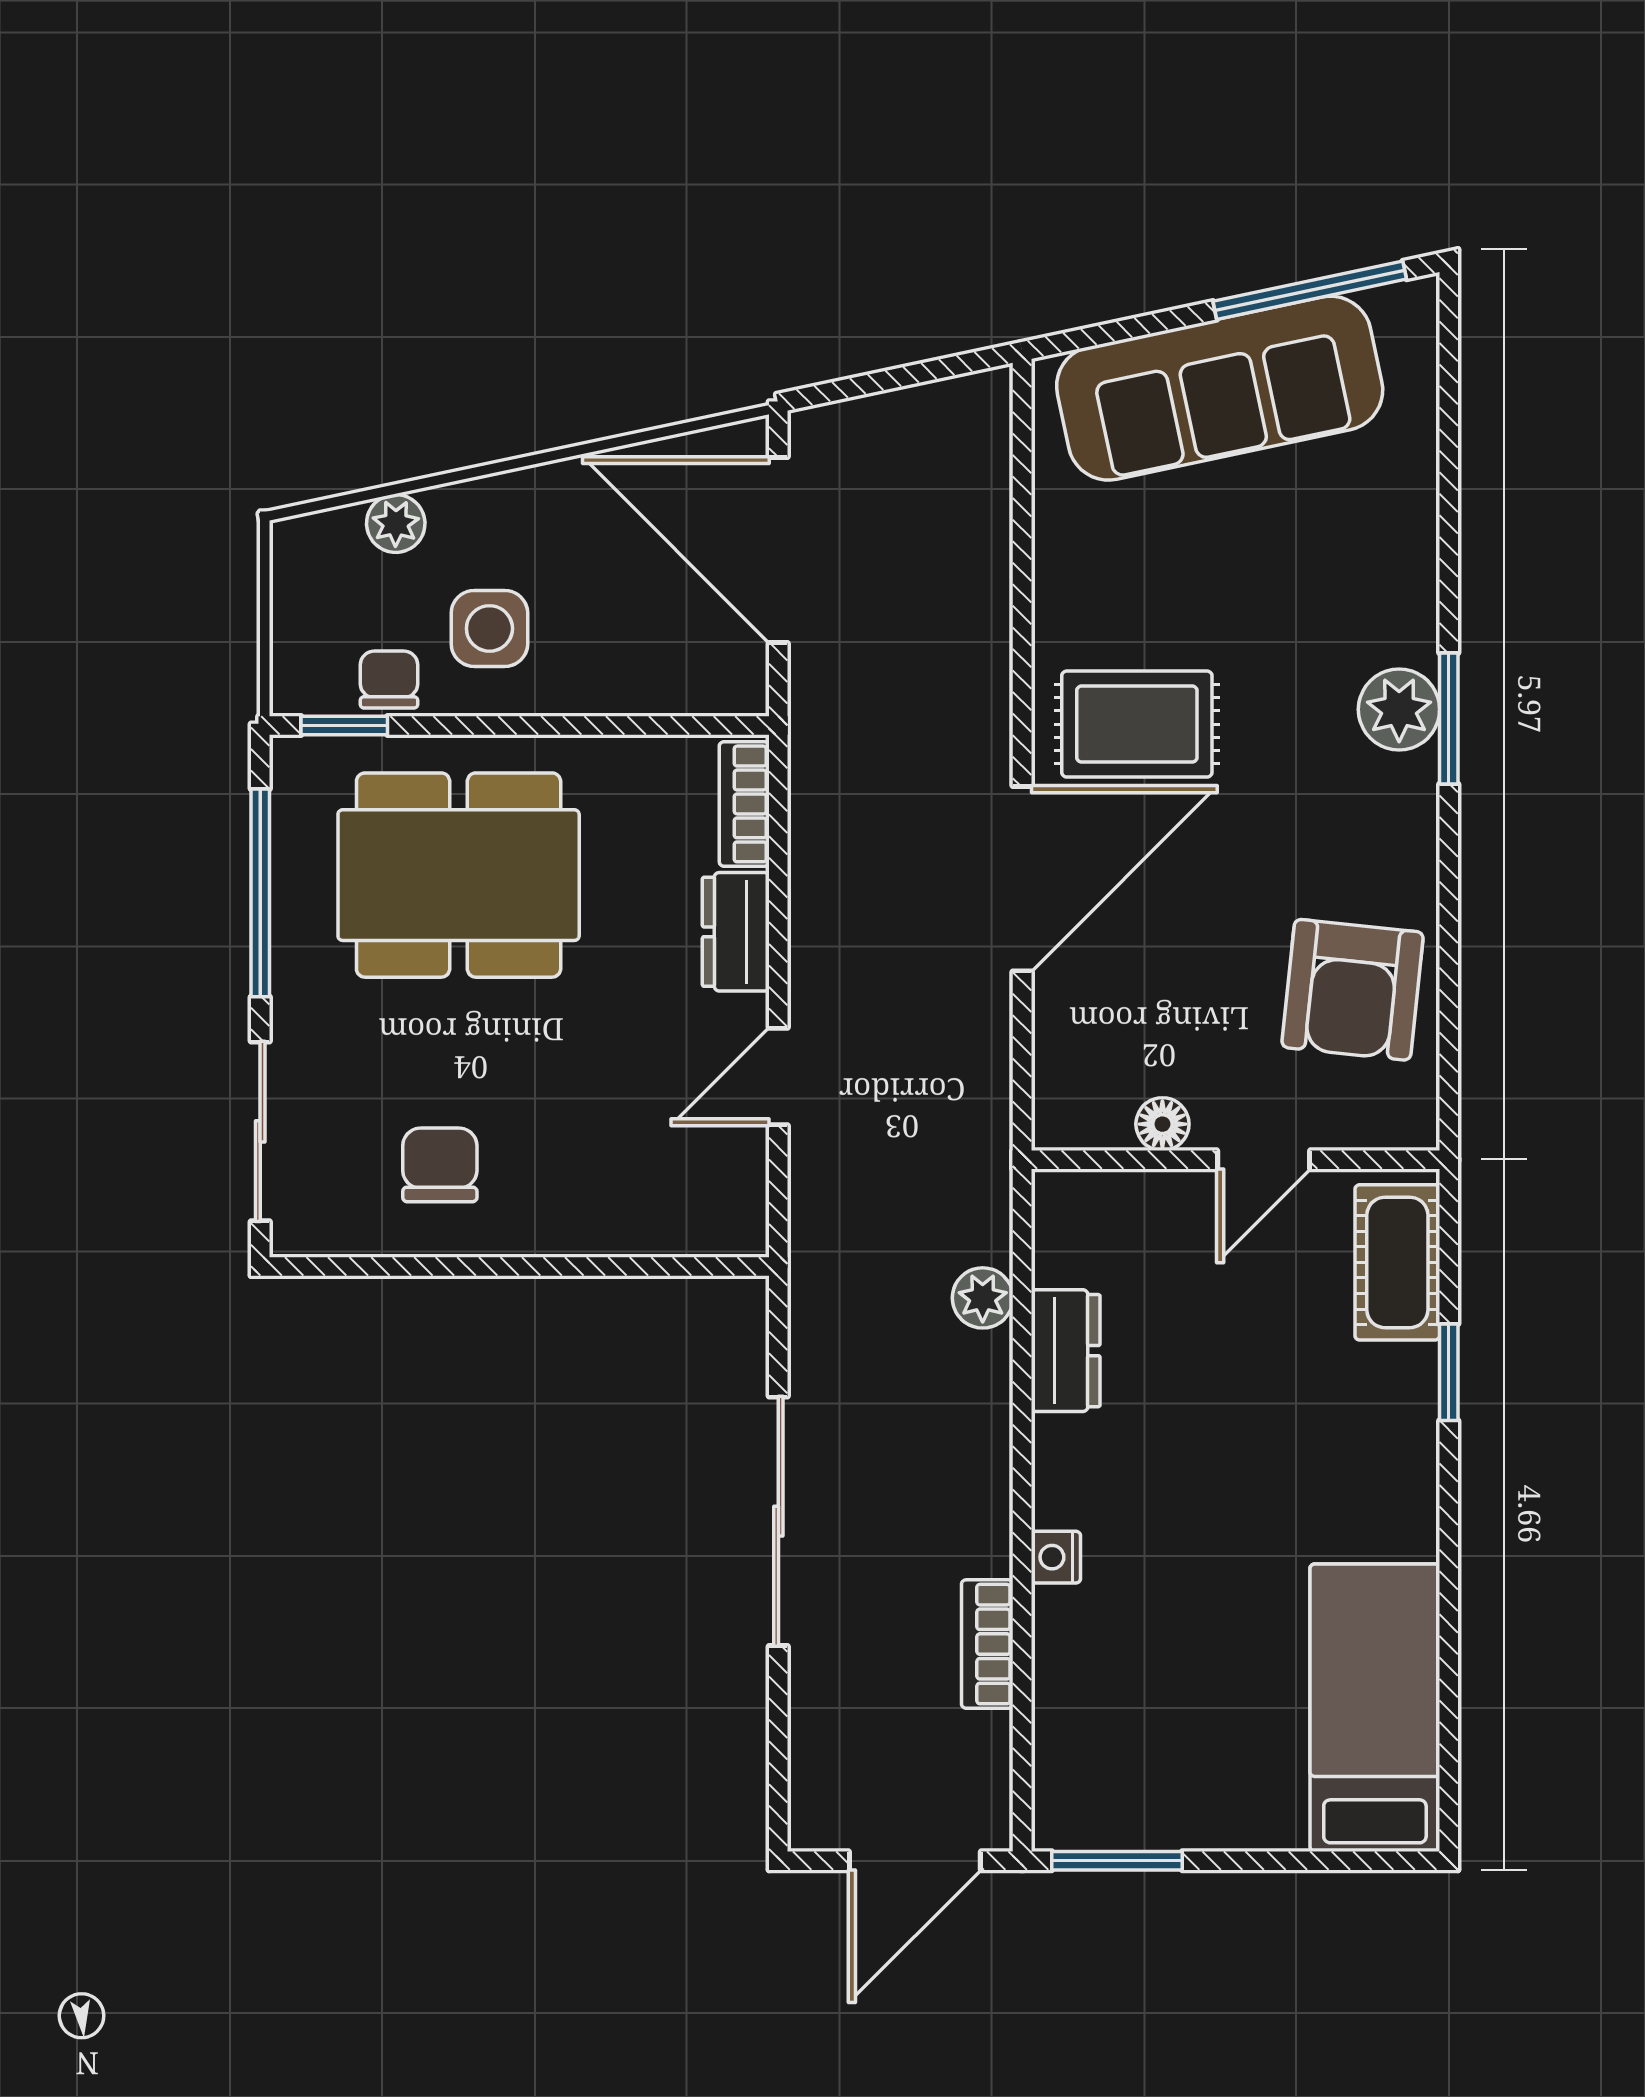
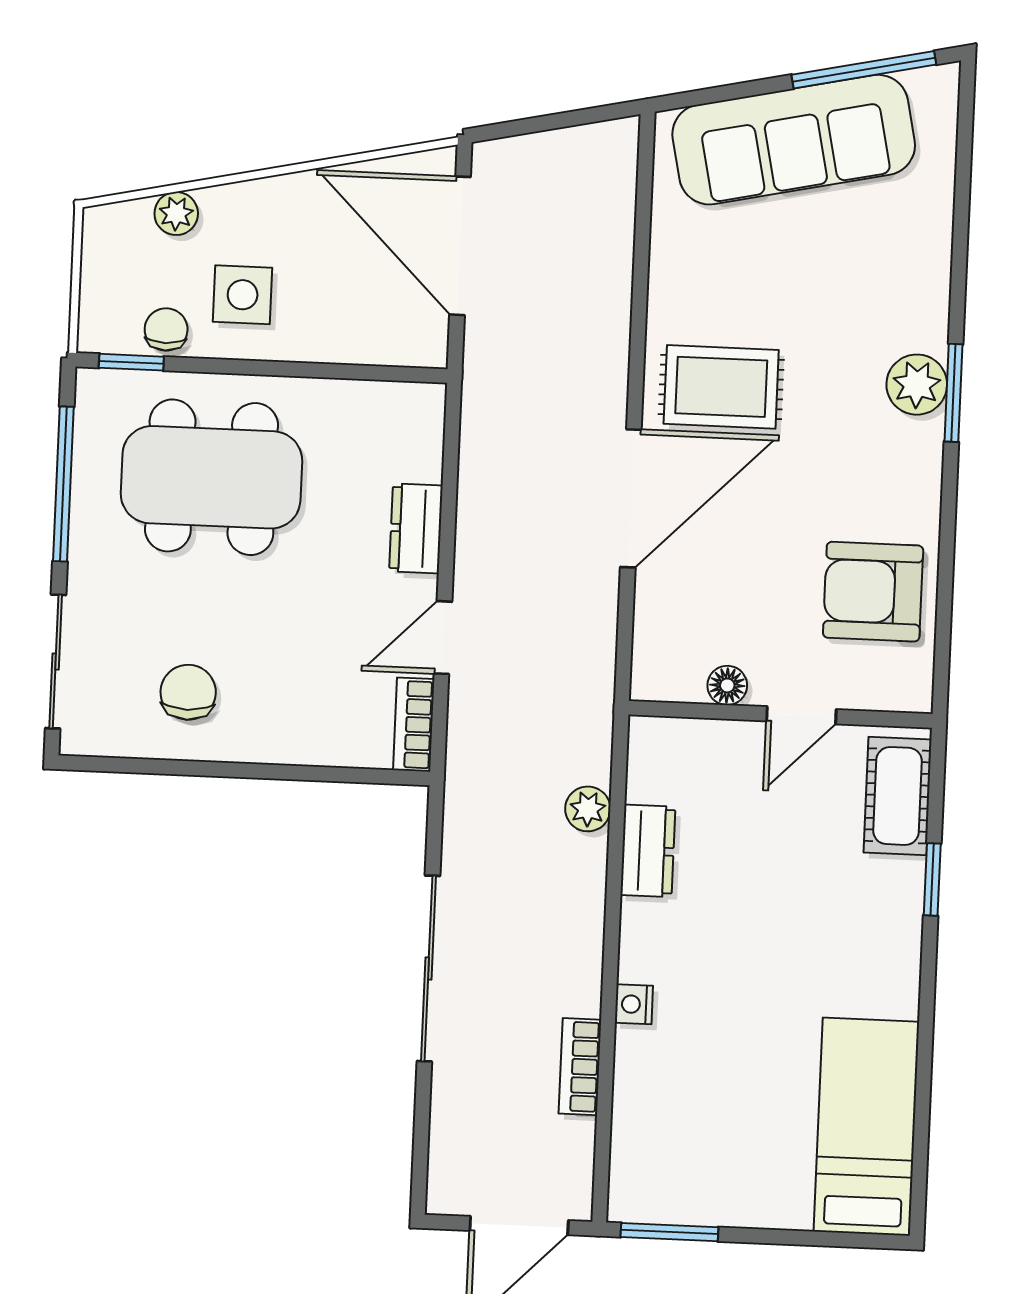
bookcase: (744, 804) -> (414, 725), moved
armchair: (1353, 990) -> (873, 592), turned 84

